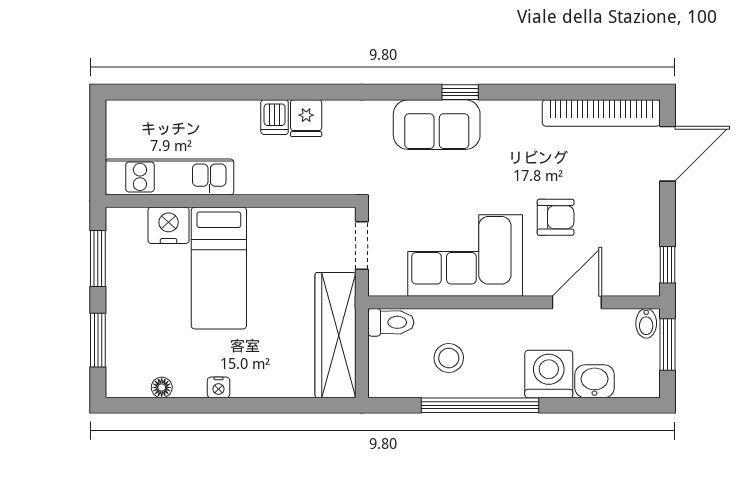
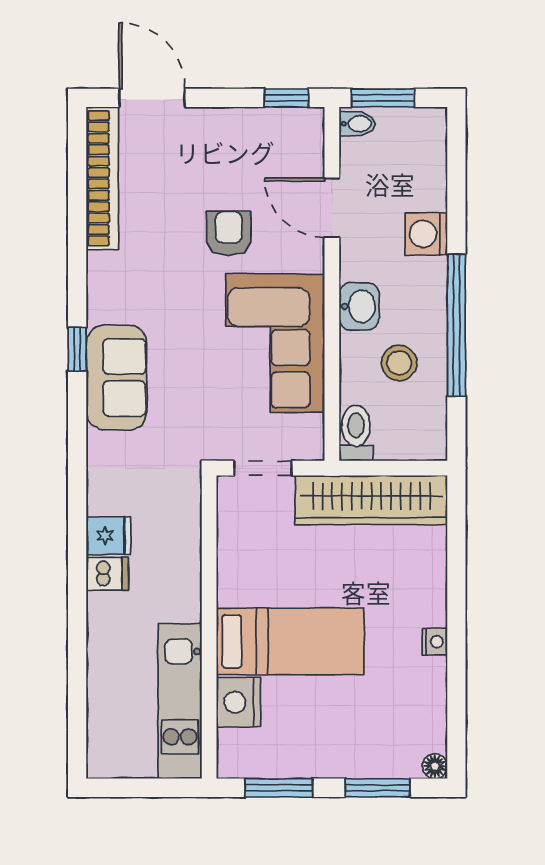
washing machine: (549, 374) -> (426, 234), width x0.73, depth x0.73
washbasin: (595, 381) -> (359, 306), moved, turned 180
floor lamp: (162, 387) -> (435, 766), moved

